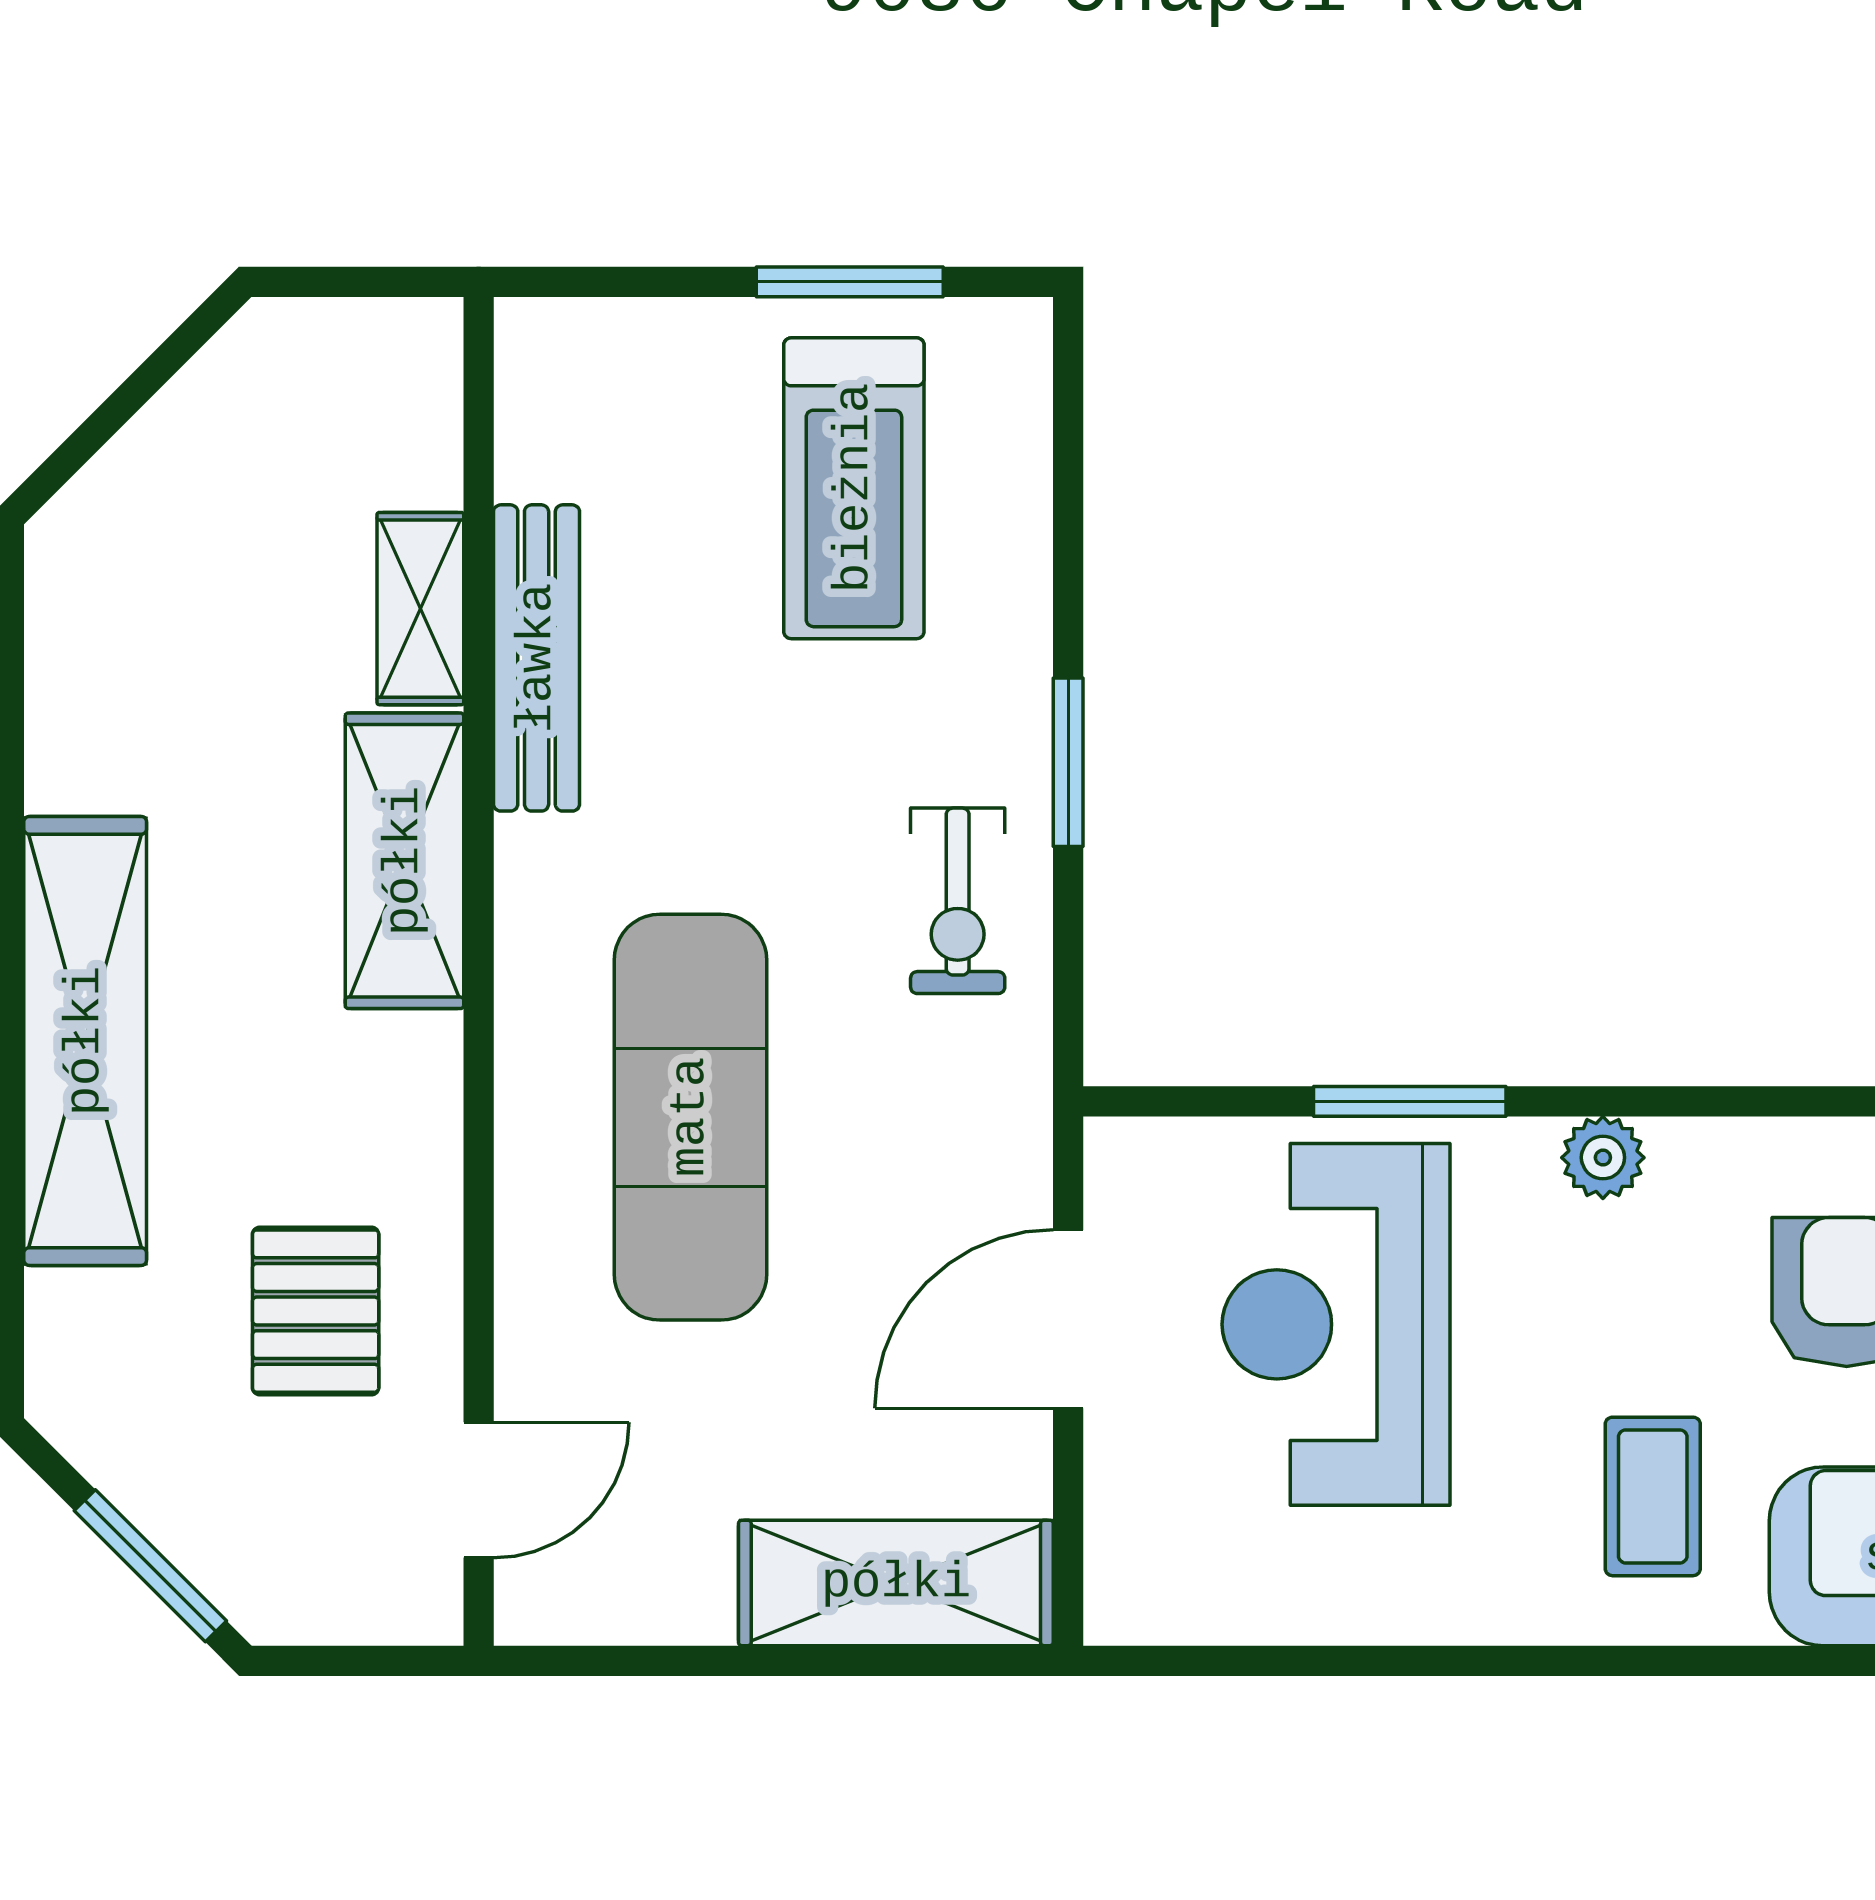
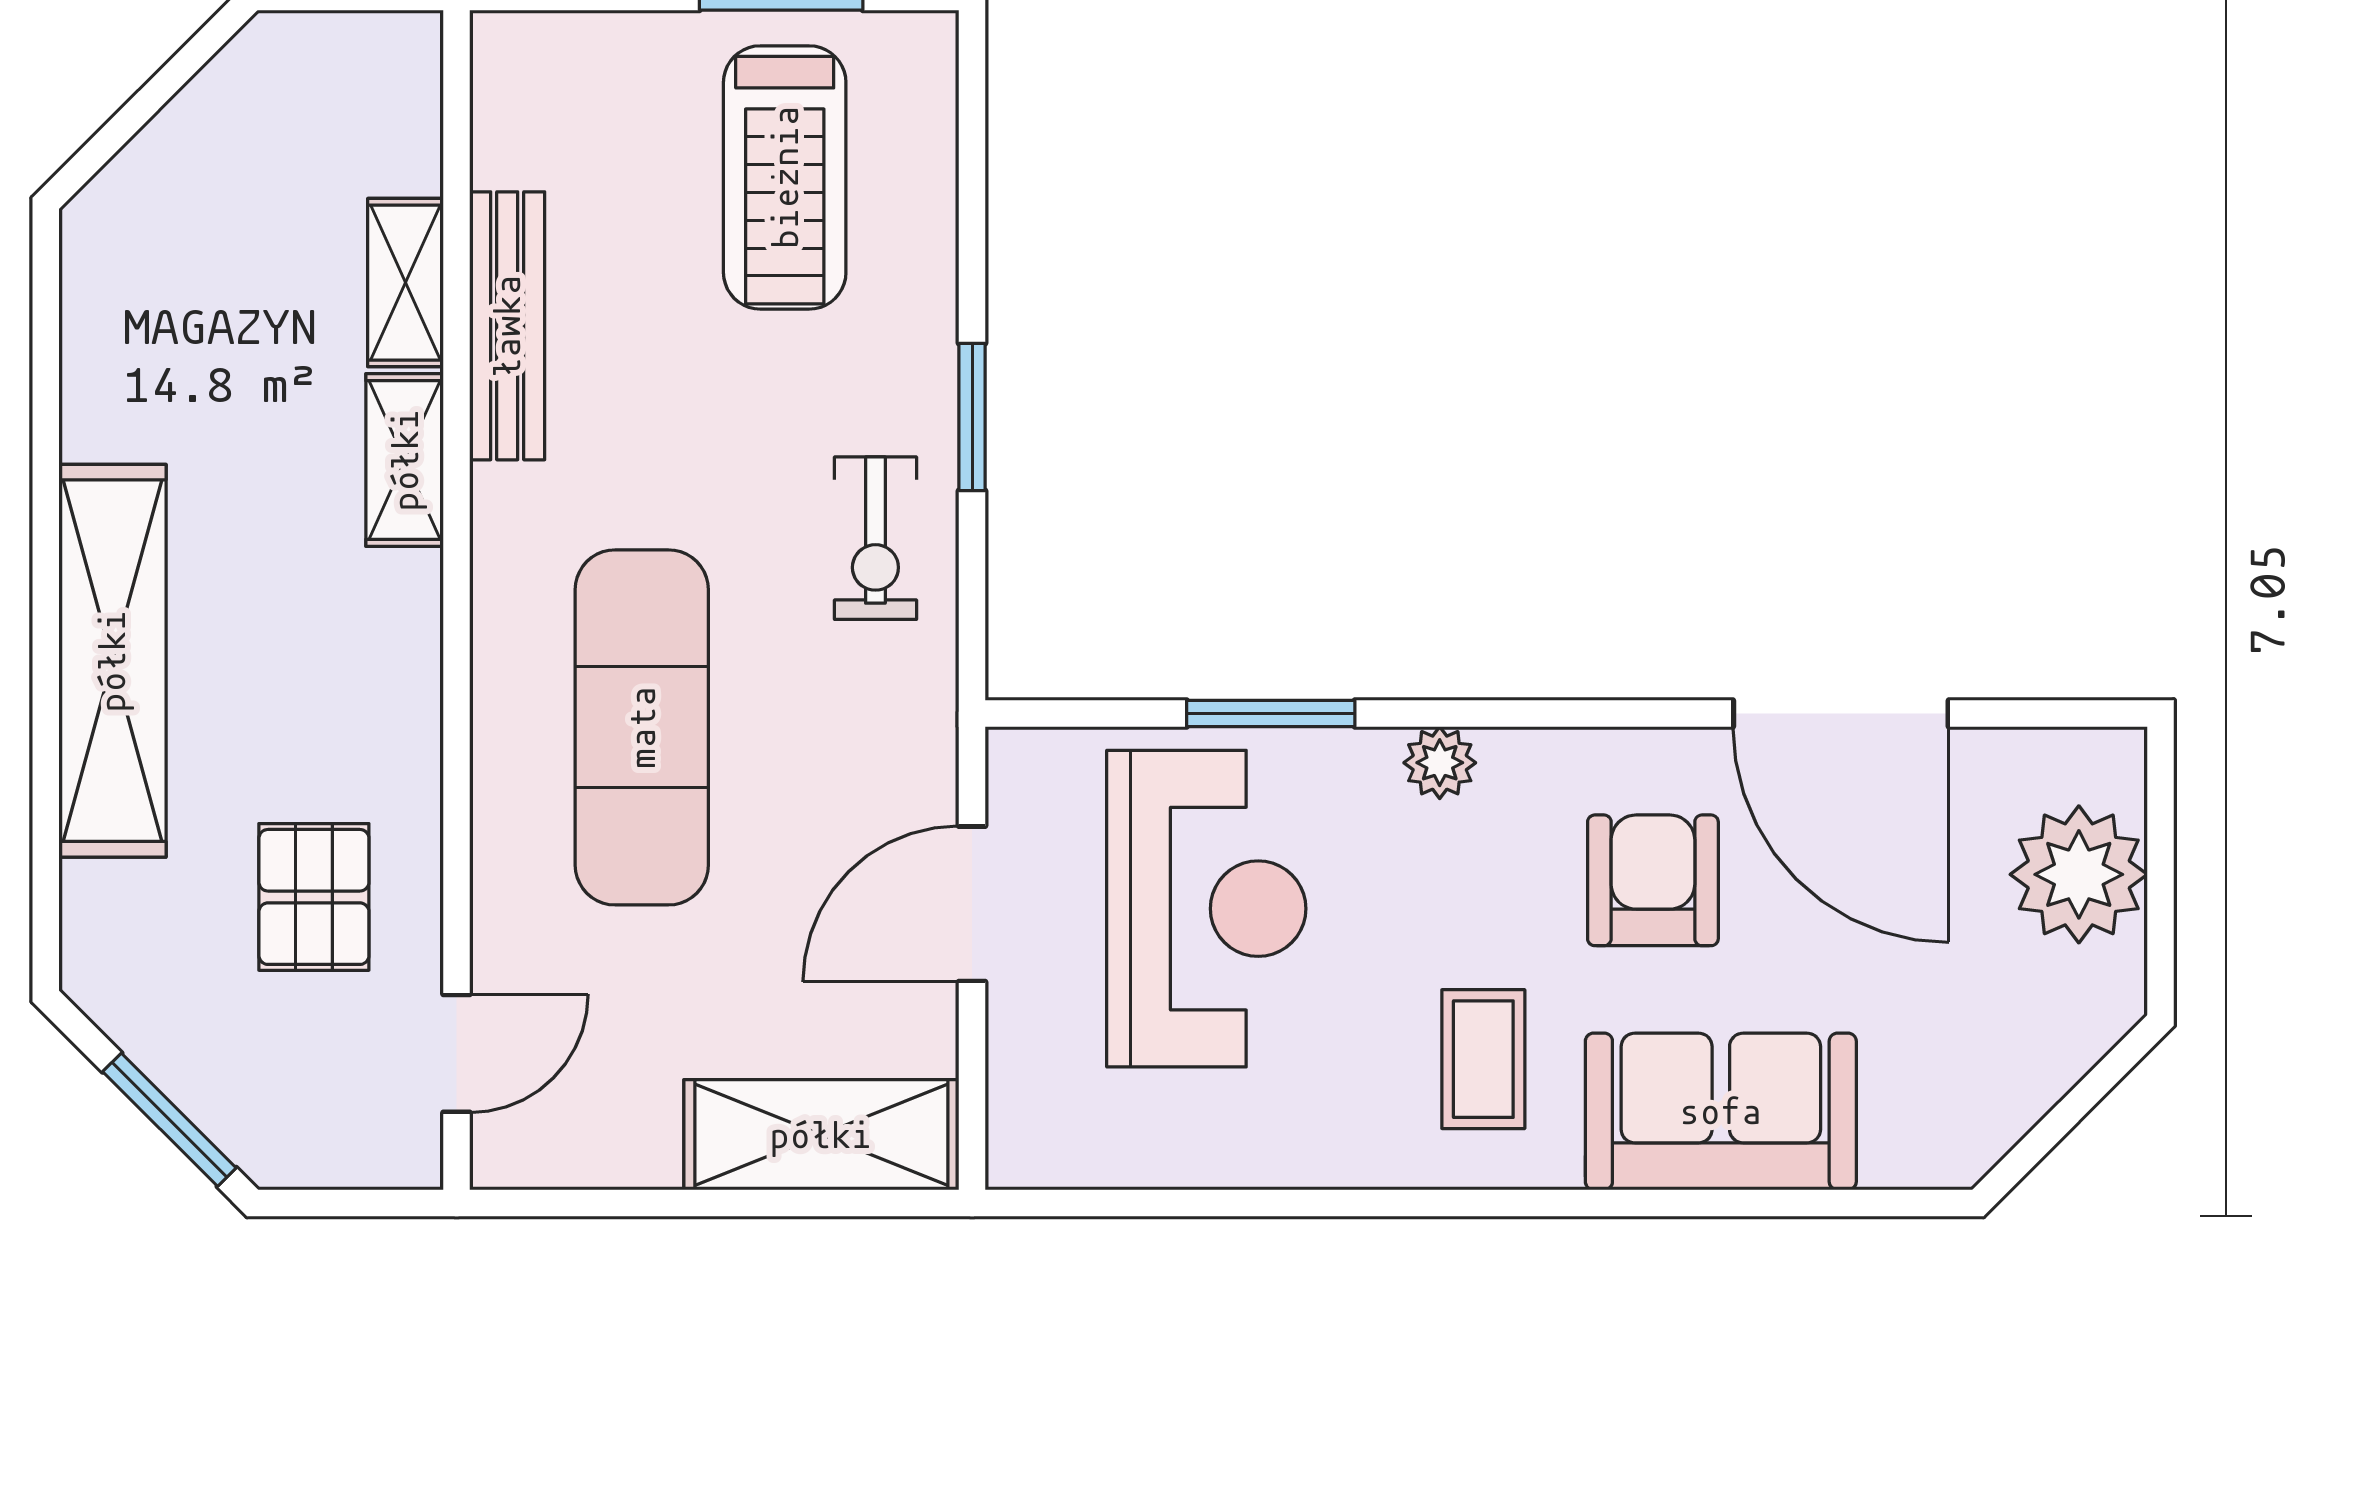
shelving: (404, 861) -> (405, 460), width x0.67, depth x0.75
reception desk: (1336, 1324) -> (1206, 909), turned 180

